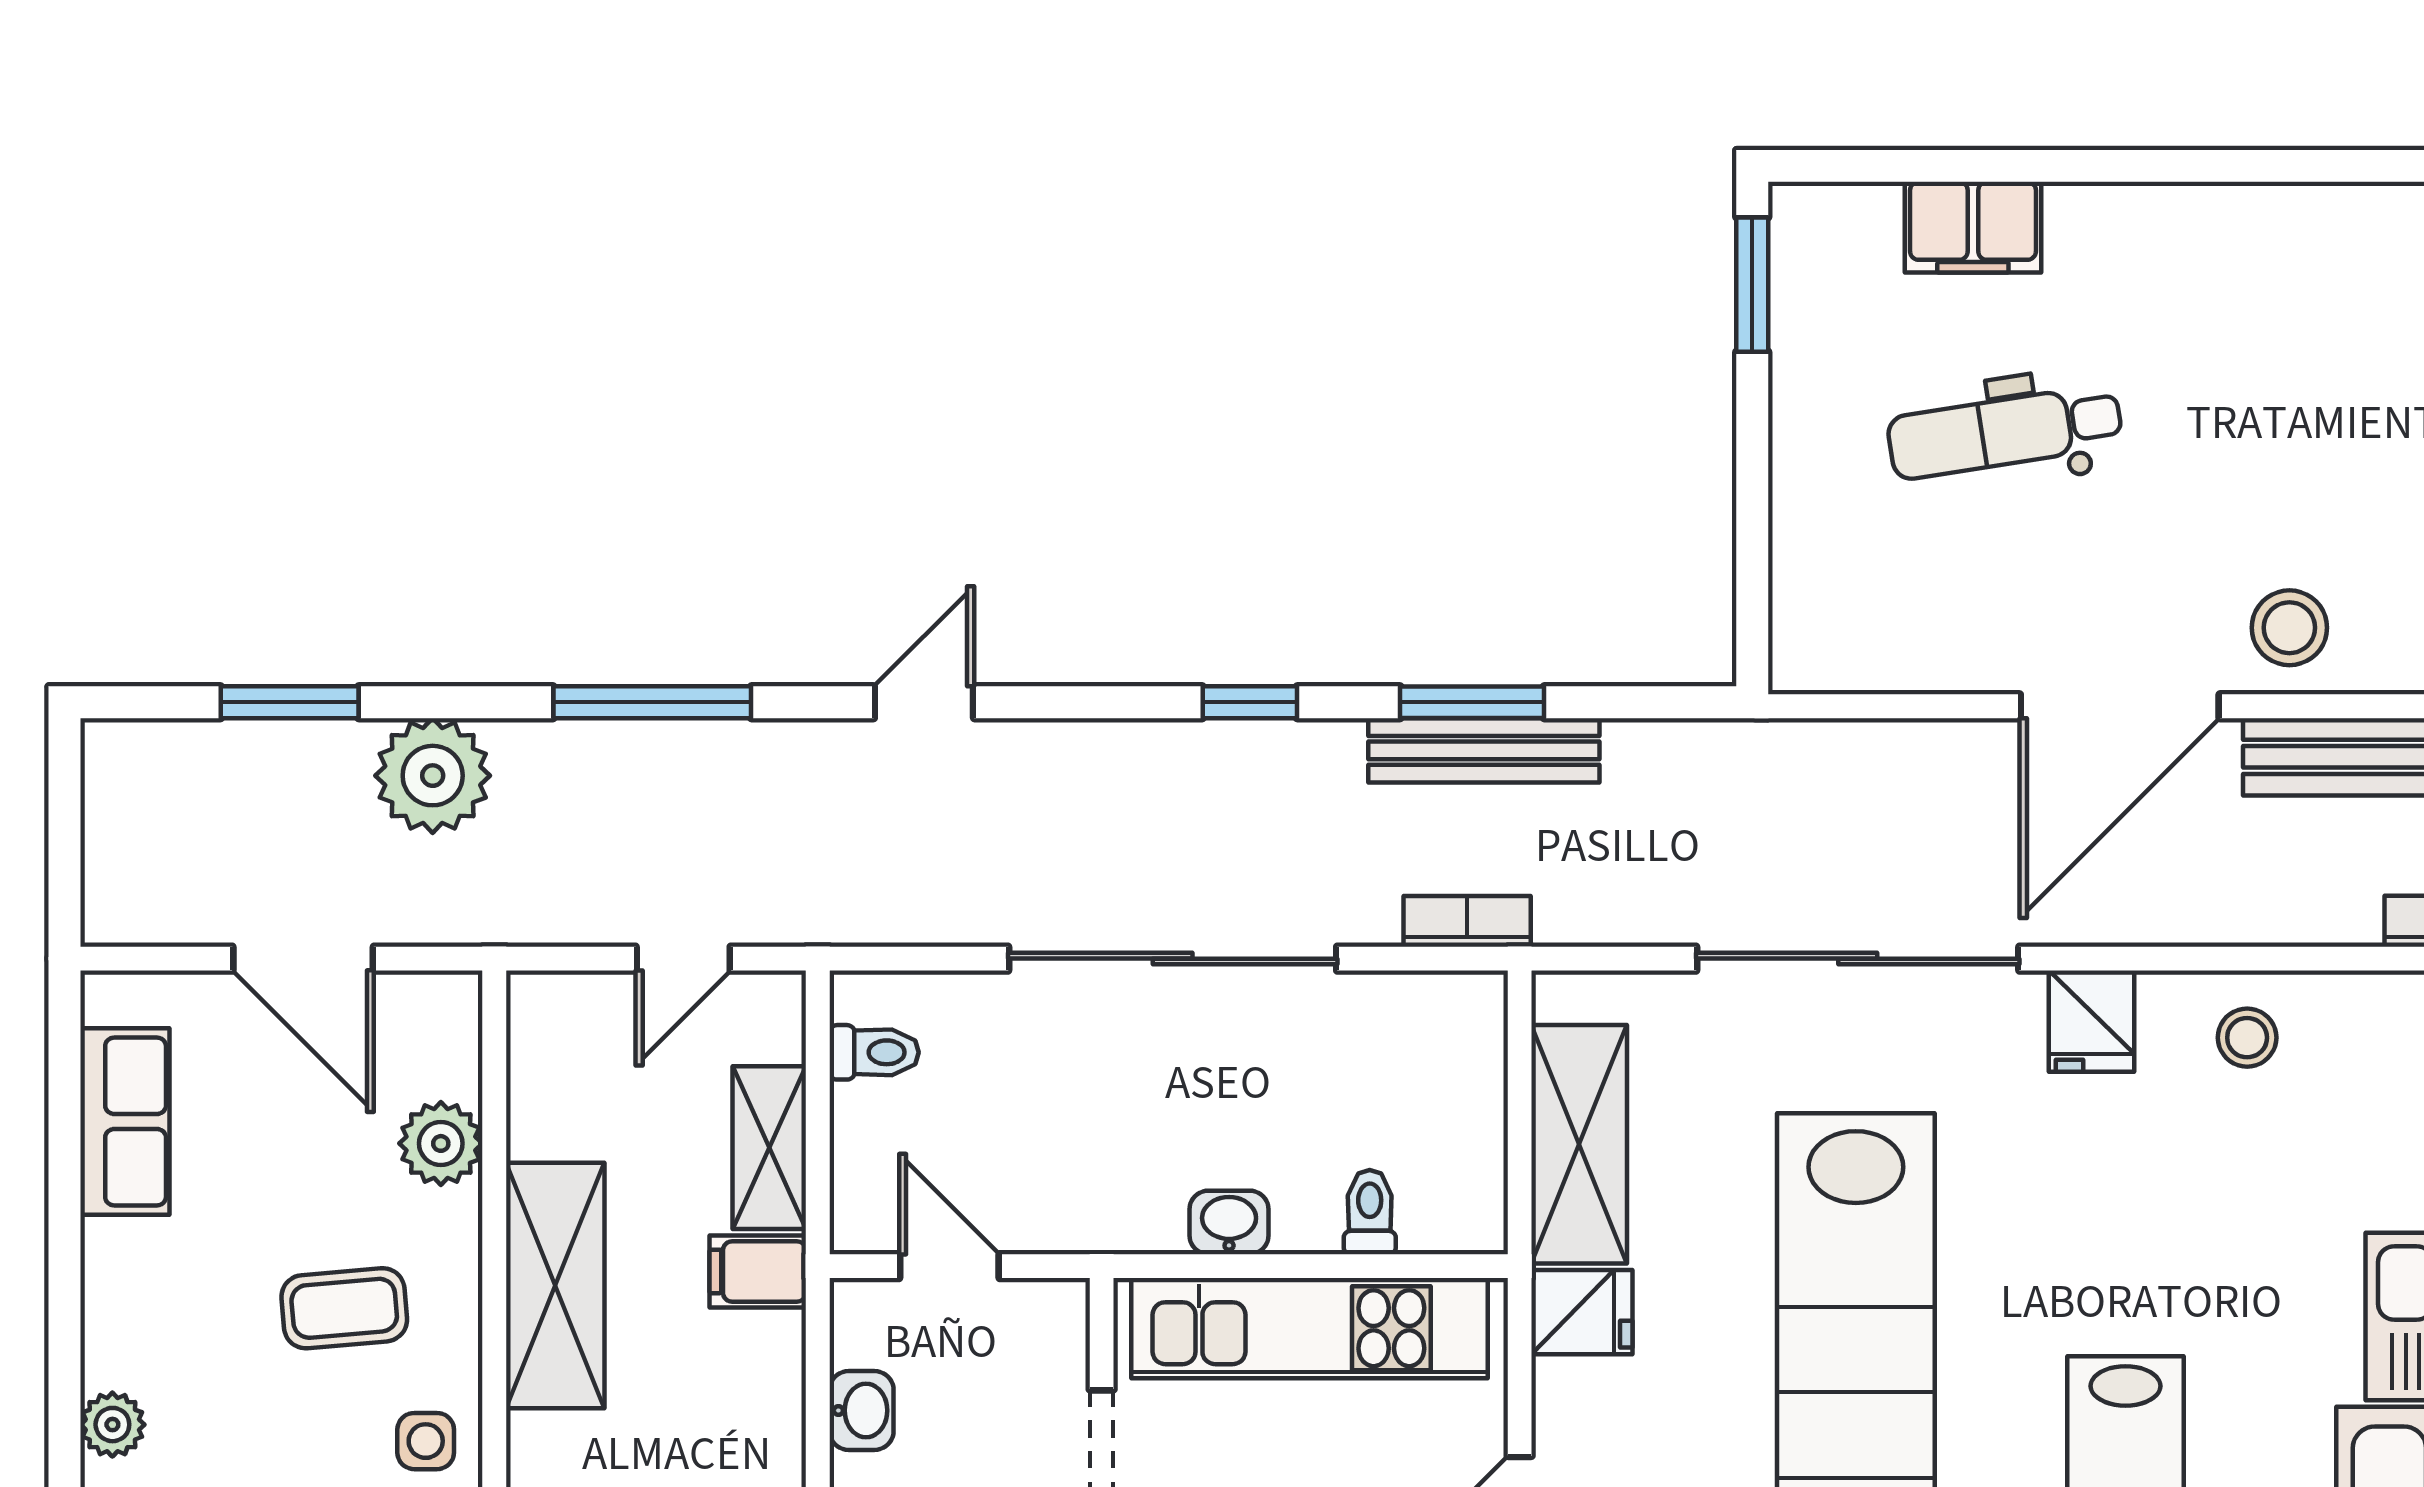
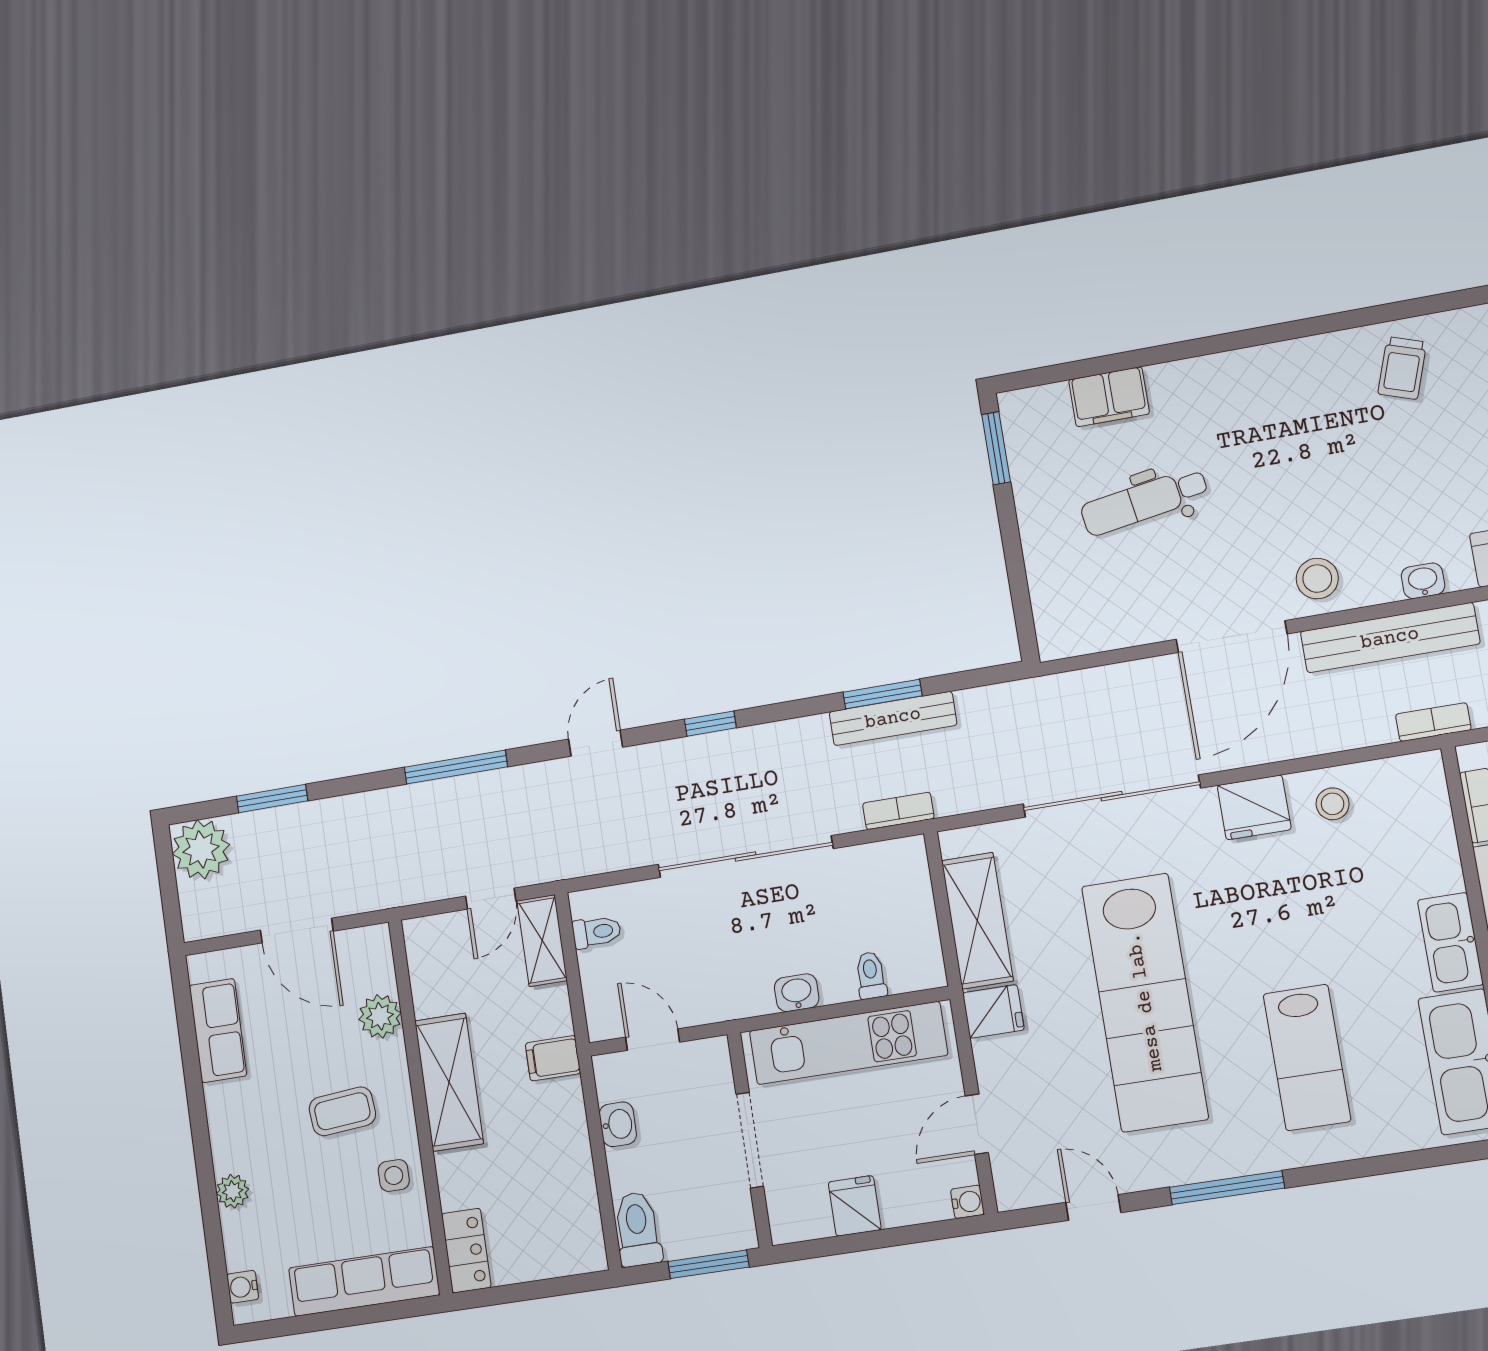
window: (1250, 702) -> (710, 724), moved
plant: (433, 776) -> (201, 849), moved
fridge: (2092, 1021) -> (1254, 807), width x1.38
shelving: (769, 1148) -> (542, 941), moved

